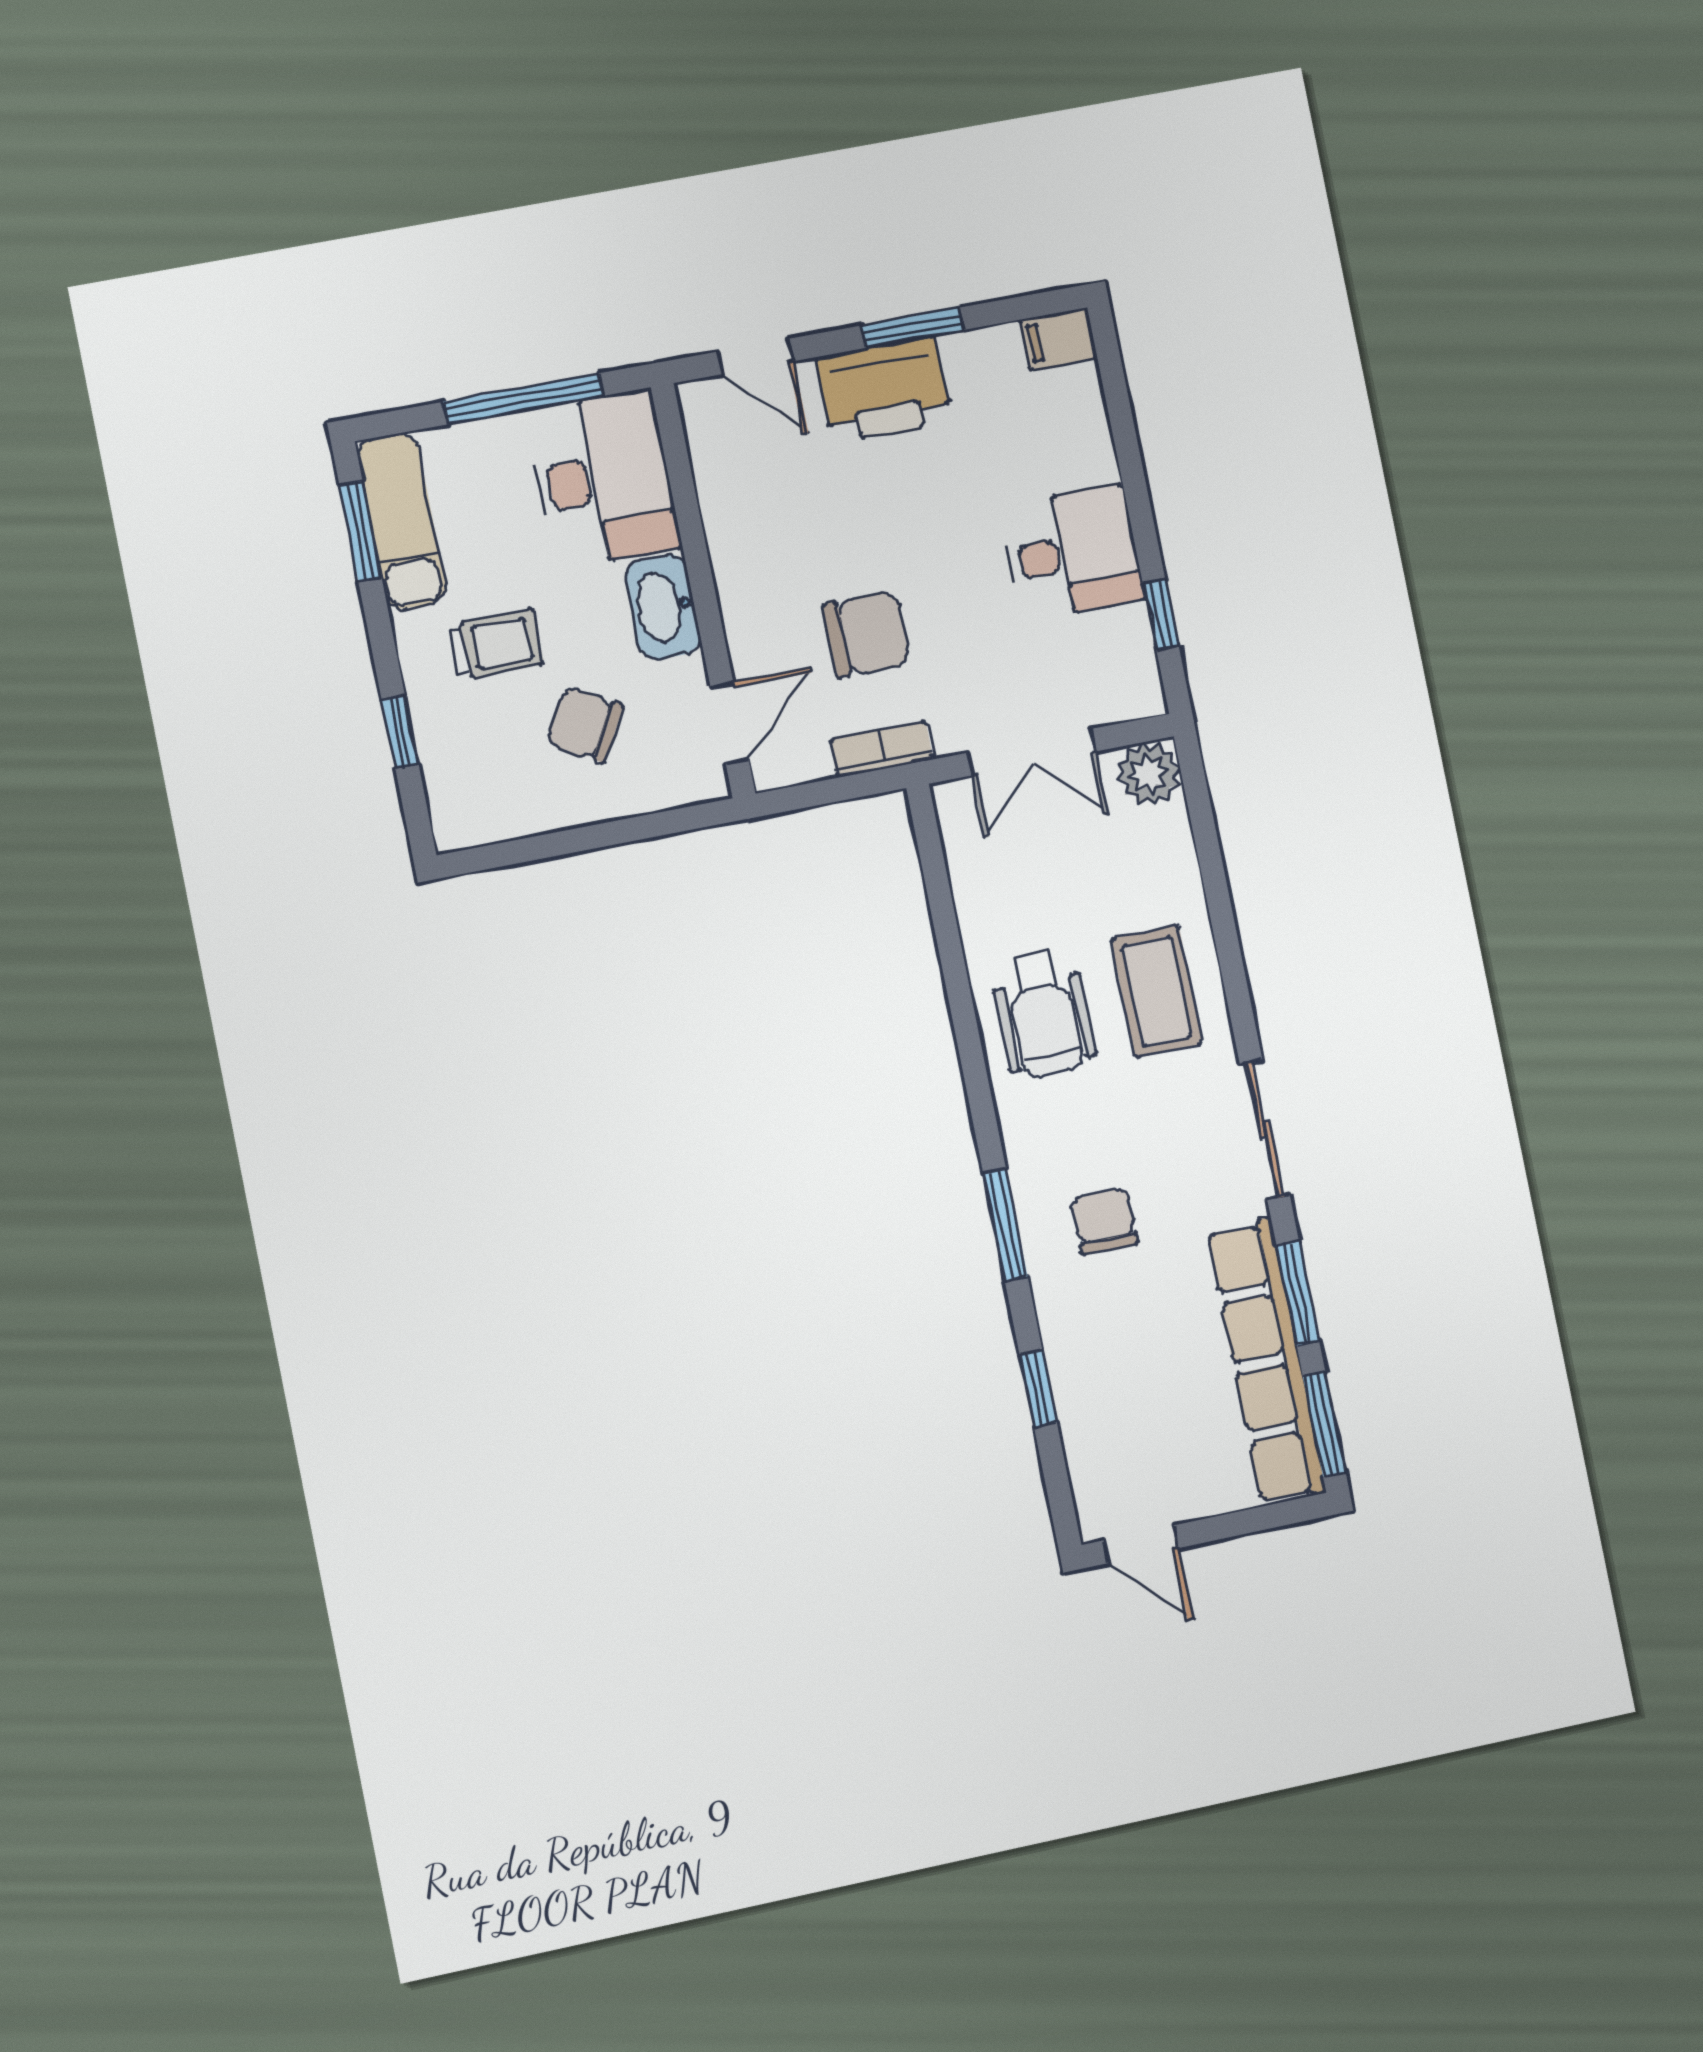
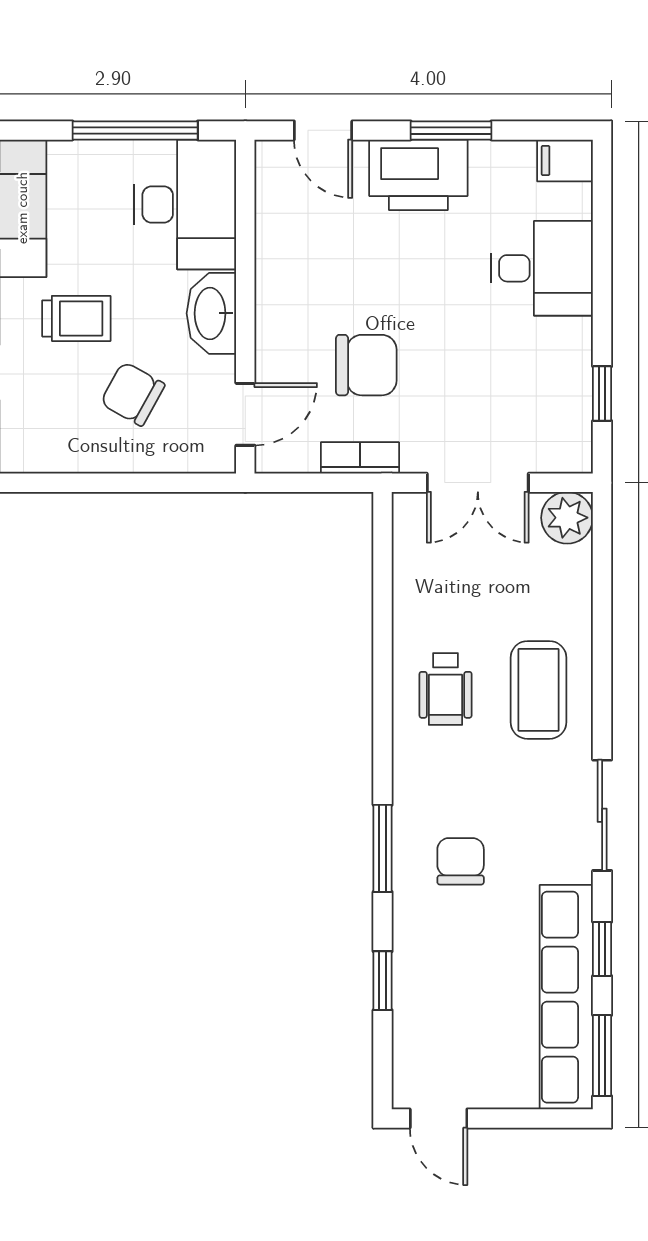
desk: (1073, 553) -> (542, 268), moved
wheelchair: (1043, 1013) -> (446, 689), width x0.73, depth x0.73
window: (1298, 1293) -> (602, 949), width x0.67

